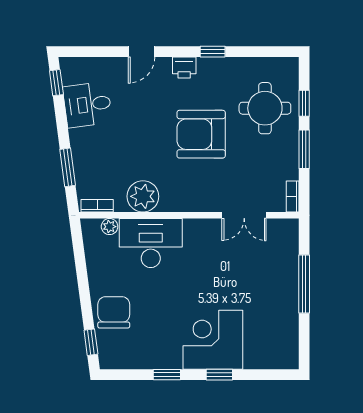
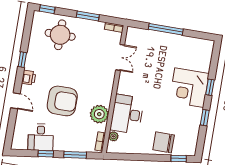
window: (56, 83) -> (46, 154), moved
window: (304, 103) -> (47, 9), moved
armchair: (201, 134) -> (62, 101), moved, turned -90

